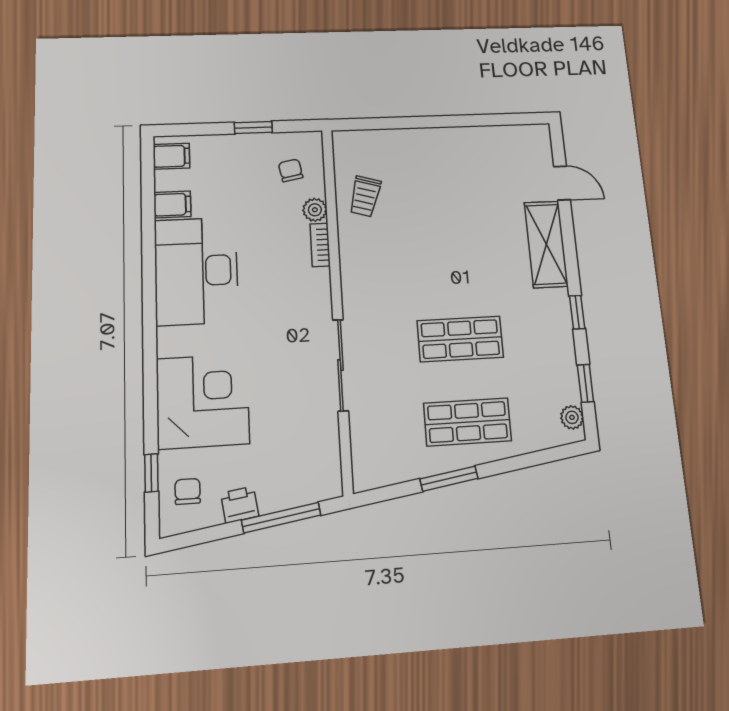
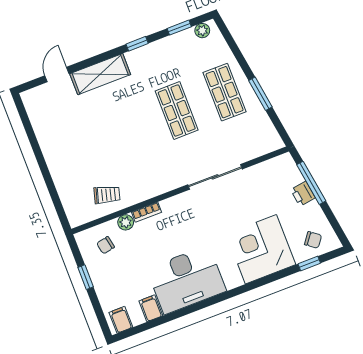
chair: (188, 491) -> (313, 240), turned -143
printer: (240, 505) -> (303, 194), moved

